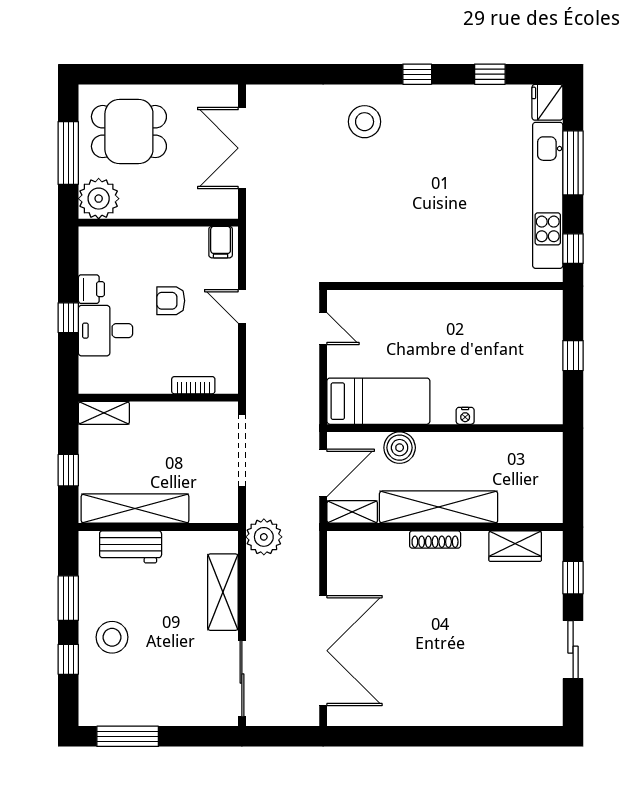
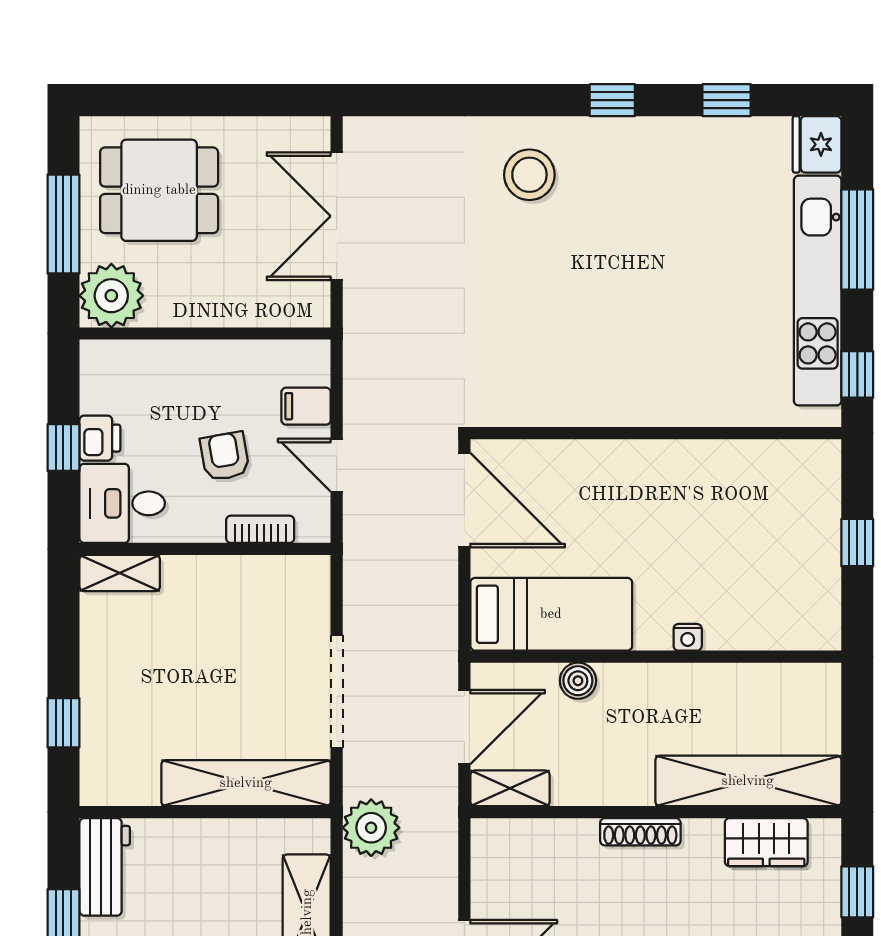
filing cabinet: (221, 242) -> (306, 406), moved, turned 90
armchair: (171, 301) -> (225, 456), turned 80
window: (68, 318) -> (63, 448), moved
door: (323, 329) -> (464, 500), width x1.88
bookcase: (193, 385) -> (260, 529), moved
wall: (158, 398) -> (205, 549), moved
shelving: (104, 413) -> (120, 573), moved
boiler: (400, 448) -> (578, 681), width x0.73, depth x0.73
shelving: (439, 507) -> (748, 781), moved
shelving: (135, 509) -> (246, 783), moved
workbench: (131, 547) -> (105, 867), moved, turned -90

